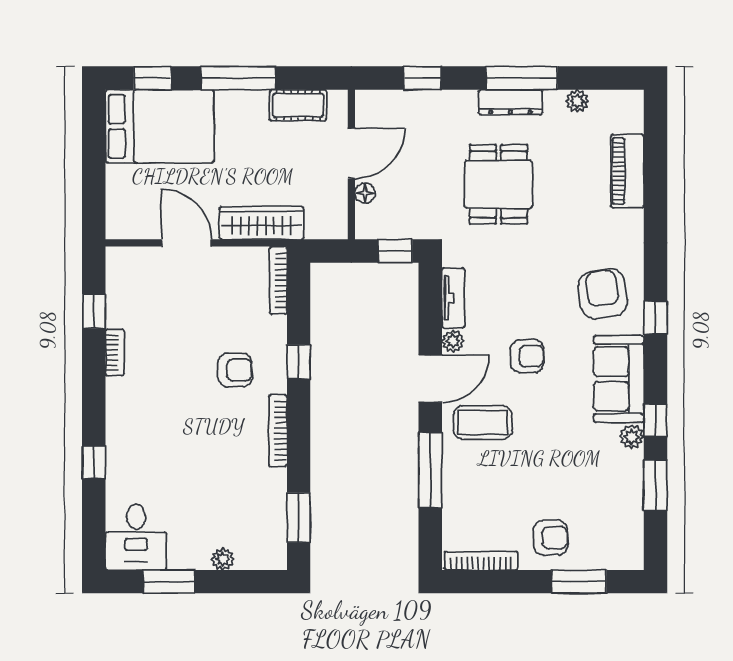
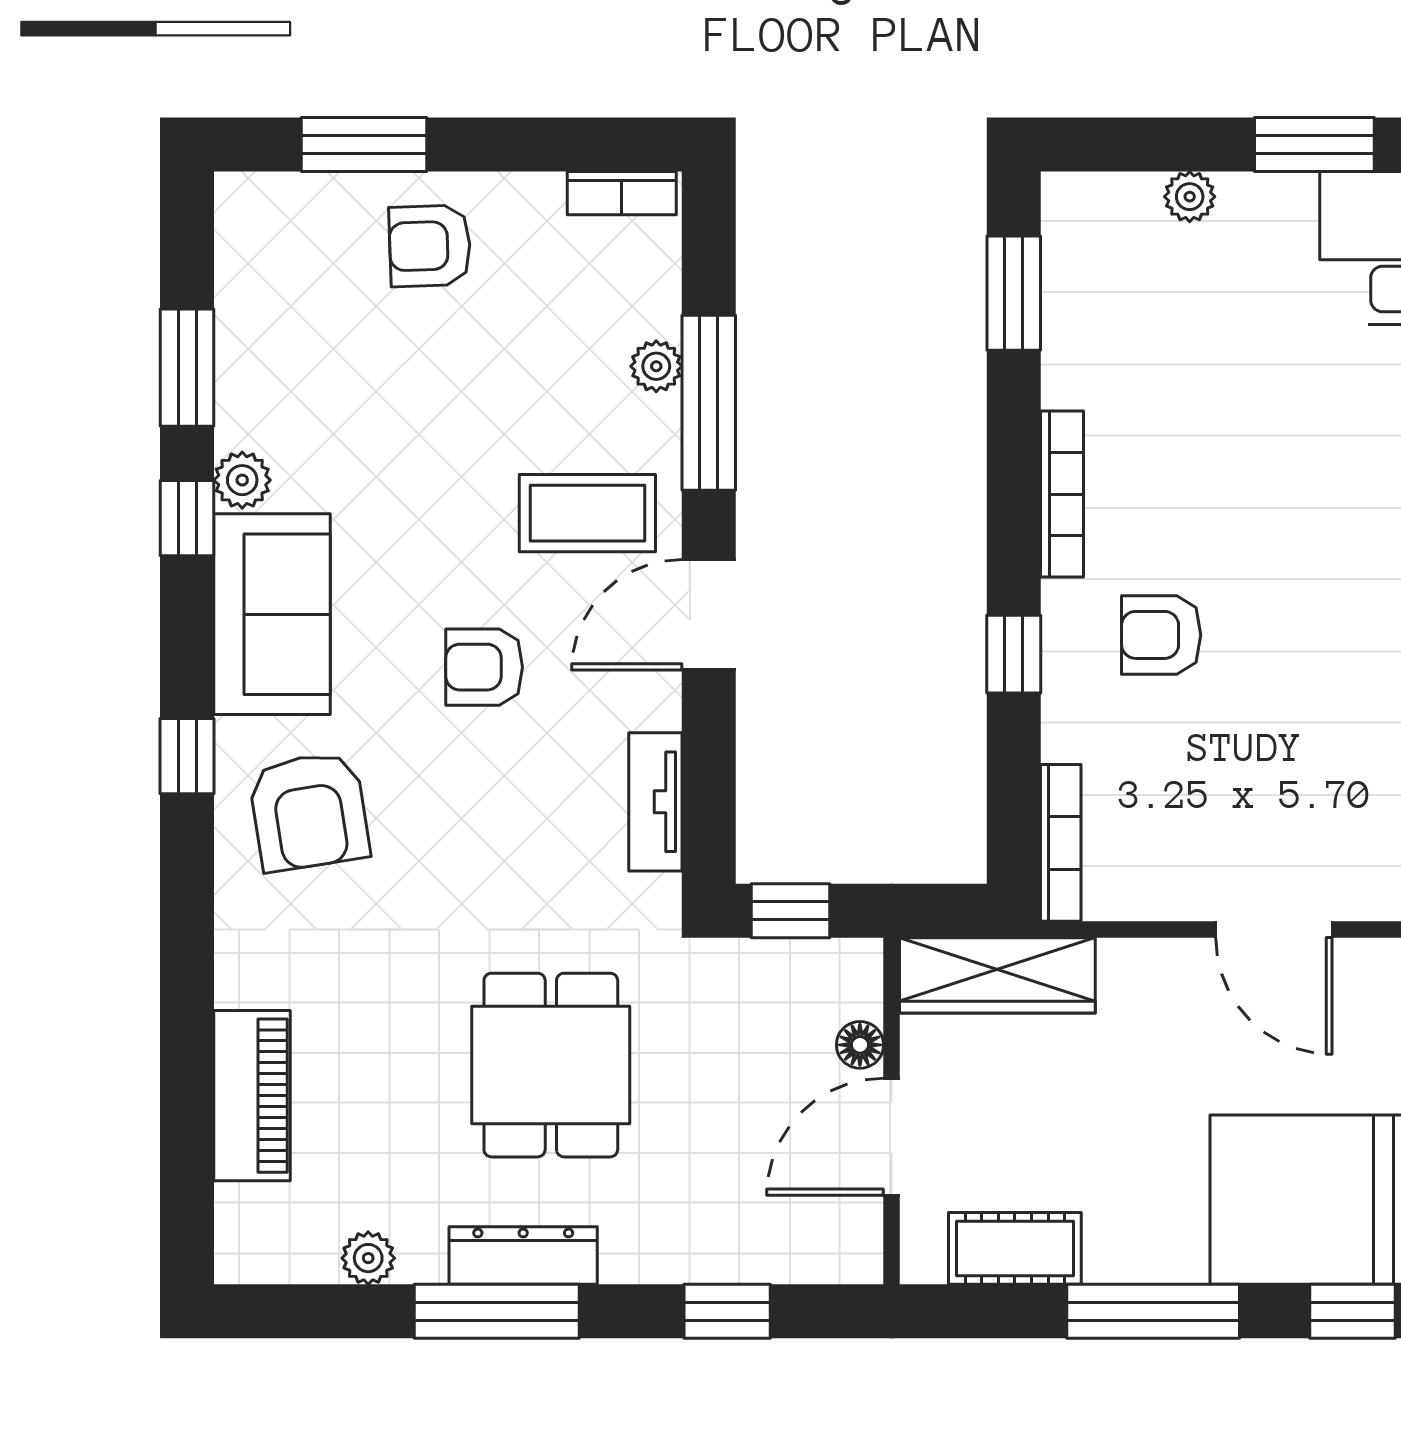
wardrobe: (261, 223) -> (997, 975), moved
plant: (453, 341) -> (656, 366), moved
bookcase: (481, 561) -> (622, 193), width x0.64

